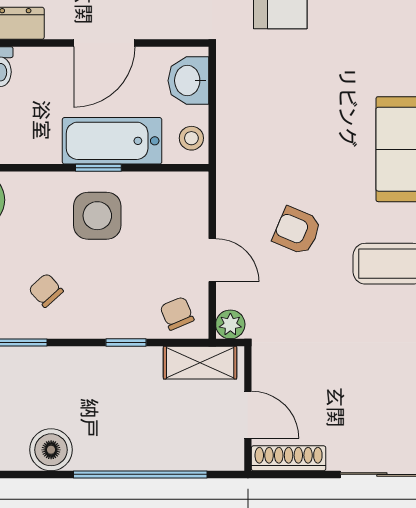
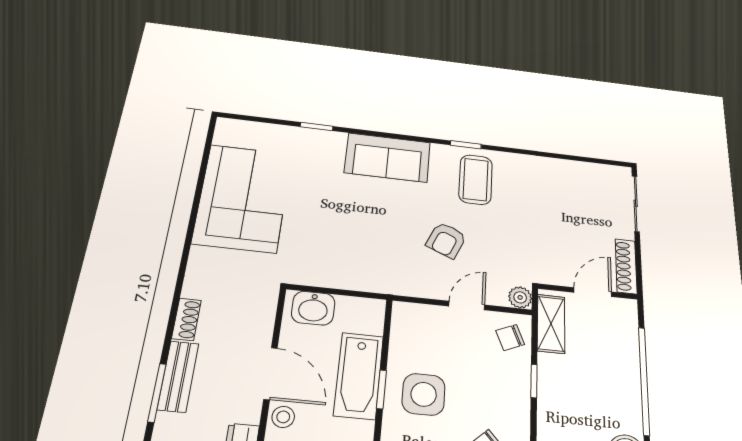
stool: (191, 138) -> (283, 417), moved

